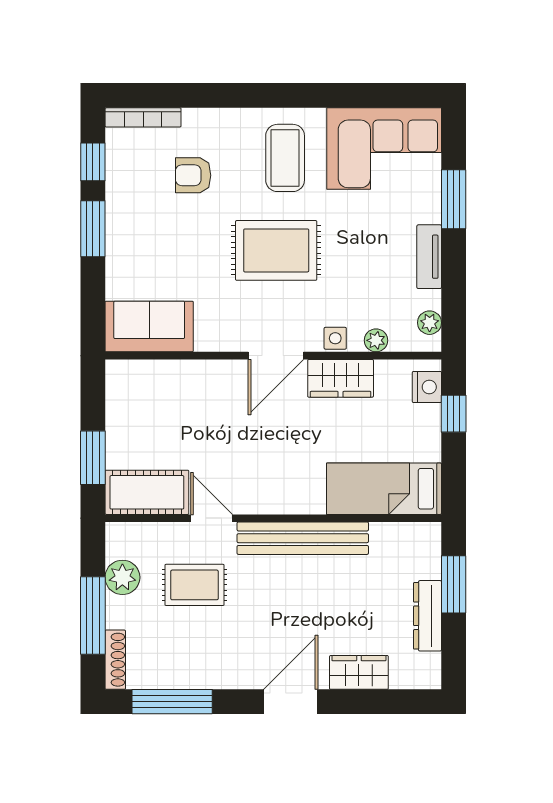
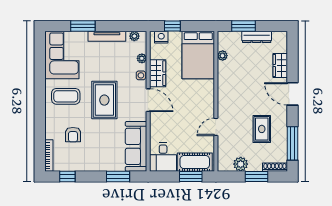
window: (93, 229) -> (118, 176), moved
tv unit: (429, 257) -> (107, 36), width x1.41
sofa: (149, 326) -> (136, 146), width x1.36
desk: (140, 391) -> (163, 157), added
bed: (384, 489) -> (198, 55), width x1.50
cot: (147, 492) -> (195, 162), moved, turned 90
plant: (383, 534) -> (223, 56), added
bench: (303, 538) -> (224, 89), removed
rug: (194, 585) -> (262, 129), moved
window: (93, 616) -> (257, 176), width x0.69

